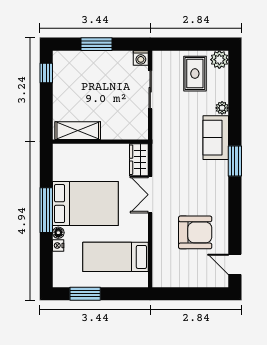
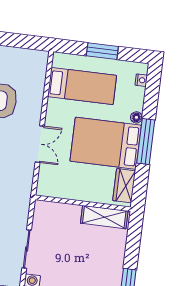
wardrobe: (139, 160) -> (124, 186), moved, turned 180
nightstand: (58, 245) -> (141, 80), moved
window: (85, 294) -> (102, 51), moved

